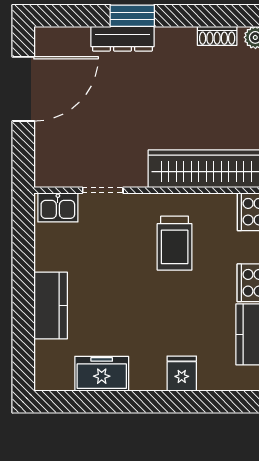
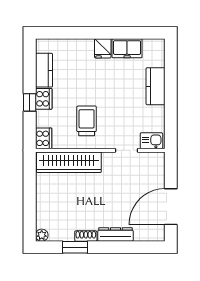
window: (132, 16) -> (75, 247), moved
shoe rack: (217, 36) -> (86, 236), moved
fridge: (182, 374) -> (103, 48), moved

